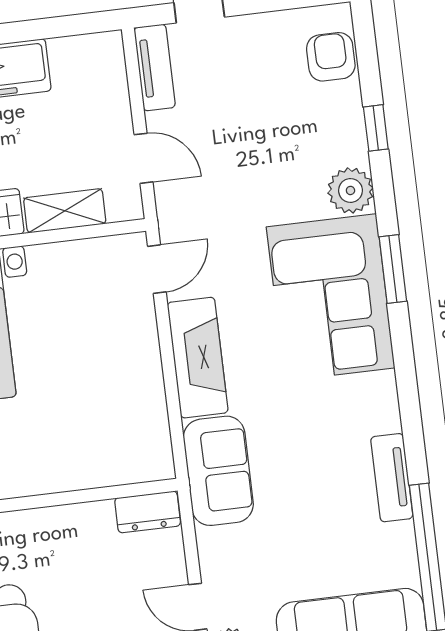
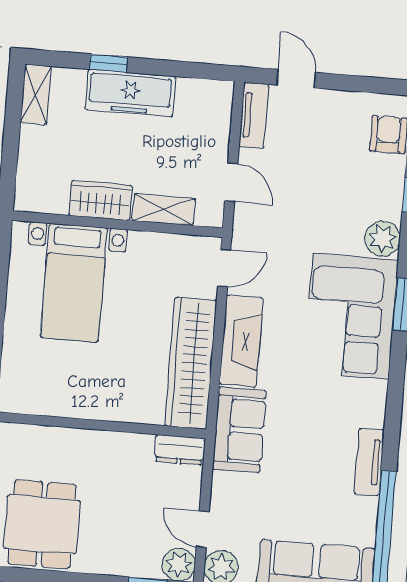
wardrobe: (139, 399) -> (191, 363), added

